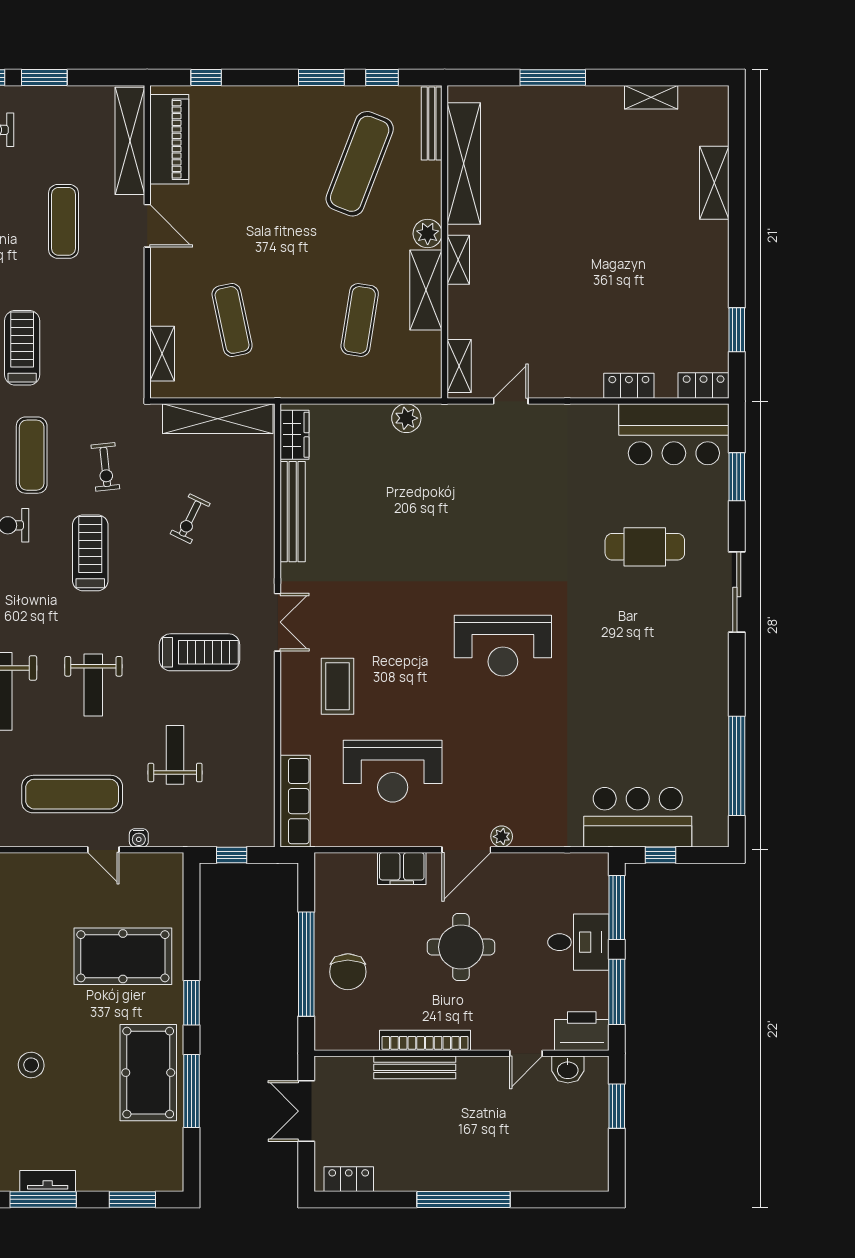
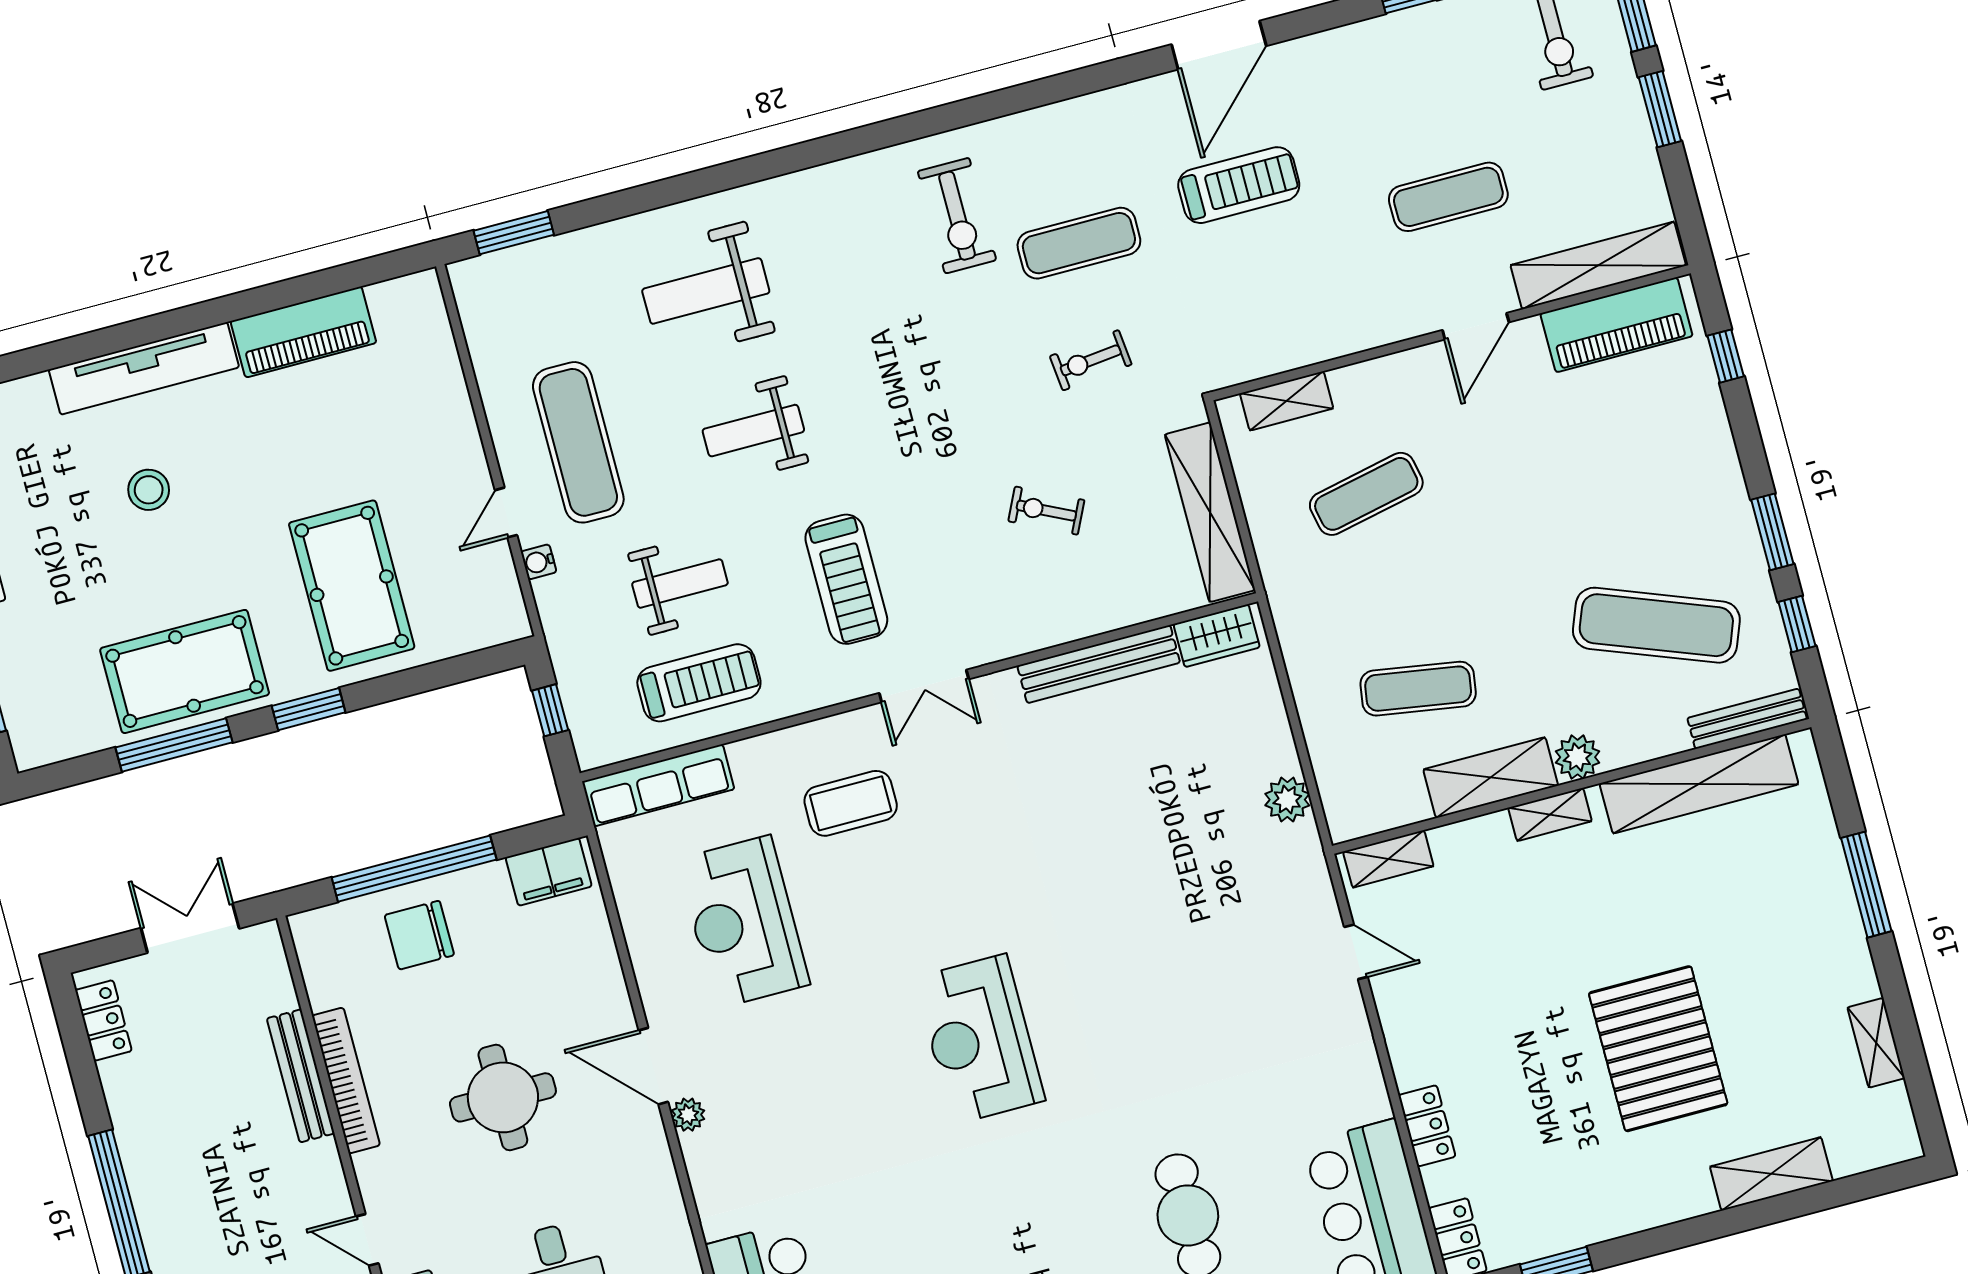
pallet: (619, 232) -> (1658, 1049), added
treadmill: (90, 553) -> (699, 683), moved
filing cabinet: (402, 869) -> (549, 872), moved, turned -90

